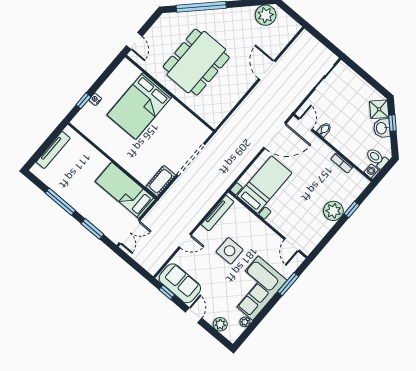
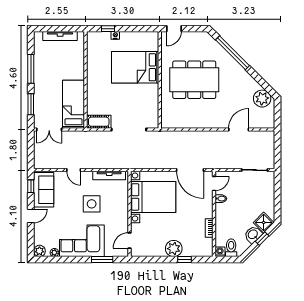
door: (267, 70) -> (239, 129), moved
bed with nightstands: (264, 185) -> (153, 197), width x1.36
plant: (220, 324) -> (39, 251), moved

